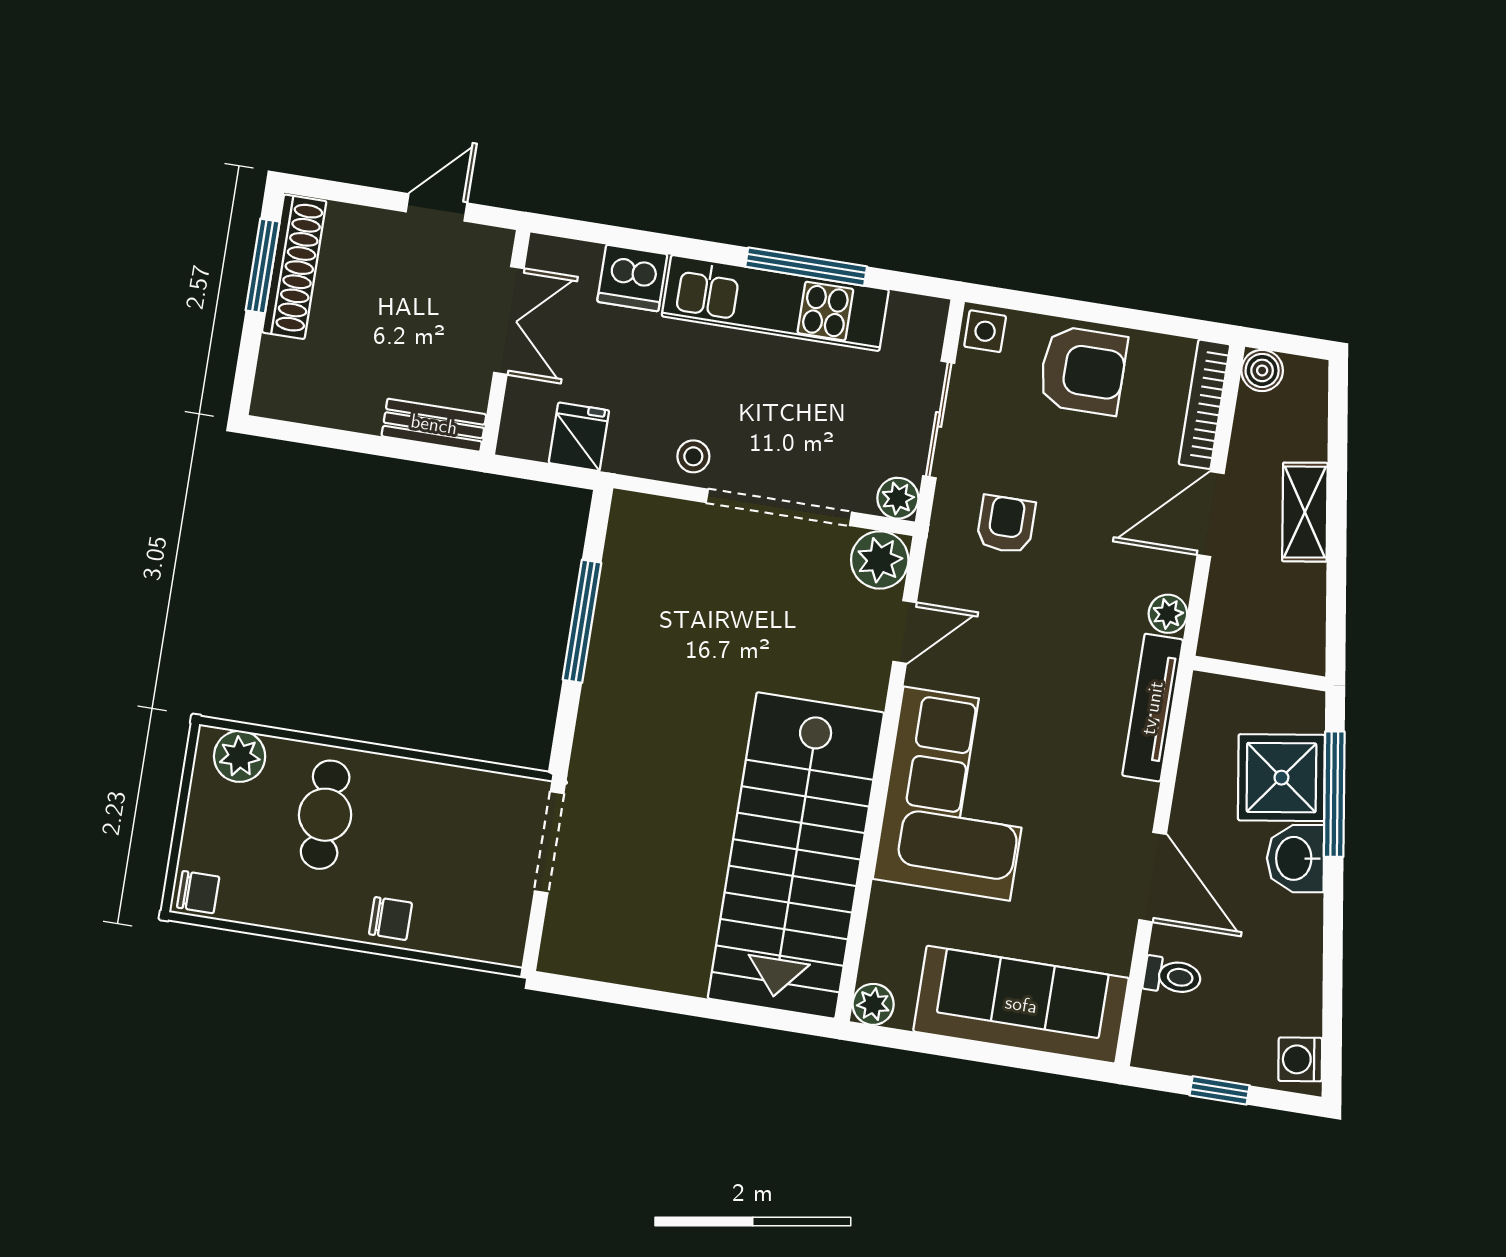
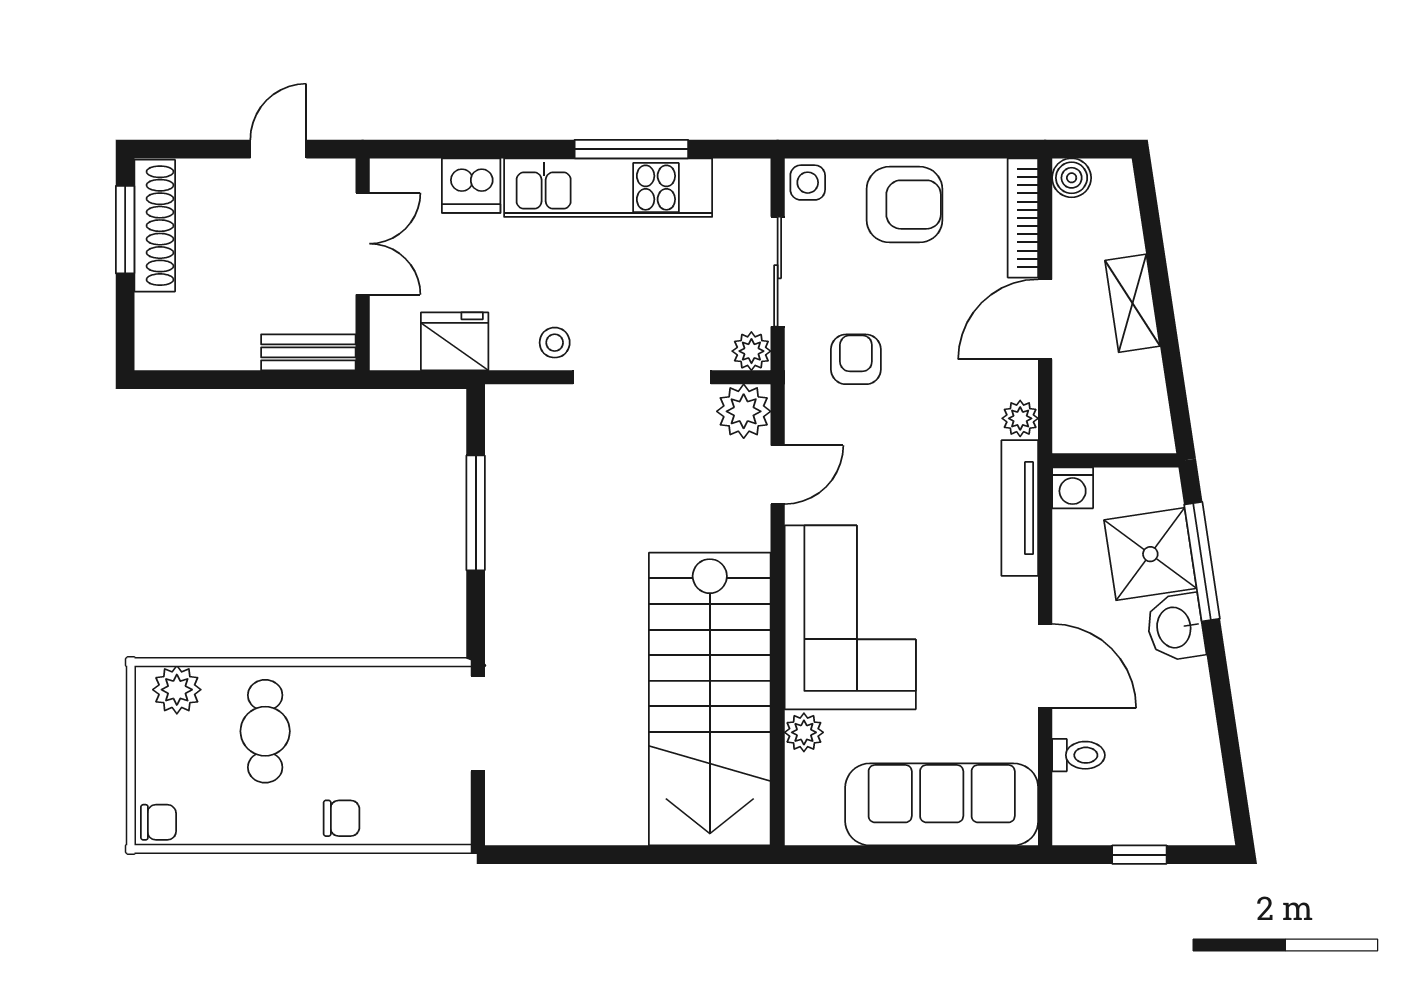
fridge: (579, 437) -> (455, 341), width x1.38
plant: (873, 1004) -> (804, 732), moved
washing machine: (1300, 1059) -> (1073, 488), moved, turned -81

